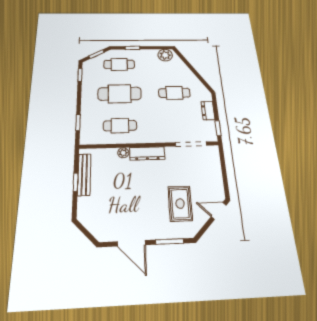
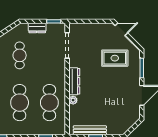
cafe table: (120, 126) -> (49, 103), width x1.37, depth x1.35
door: (219, 211) -> (121, 29), swing flipped

